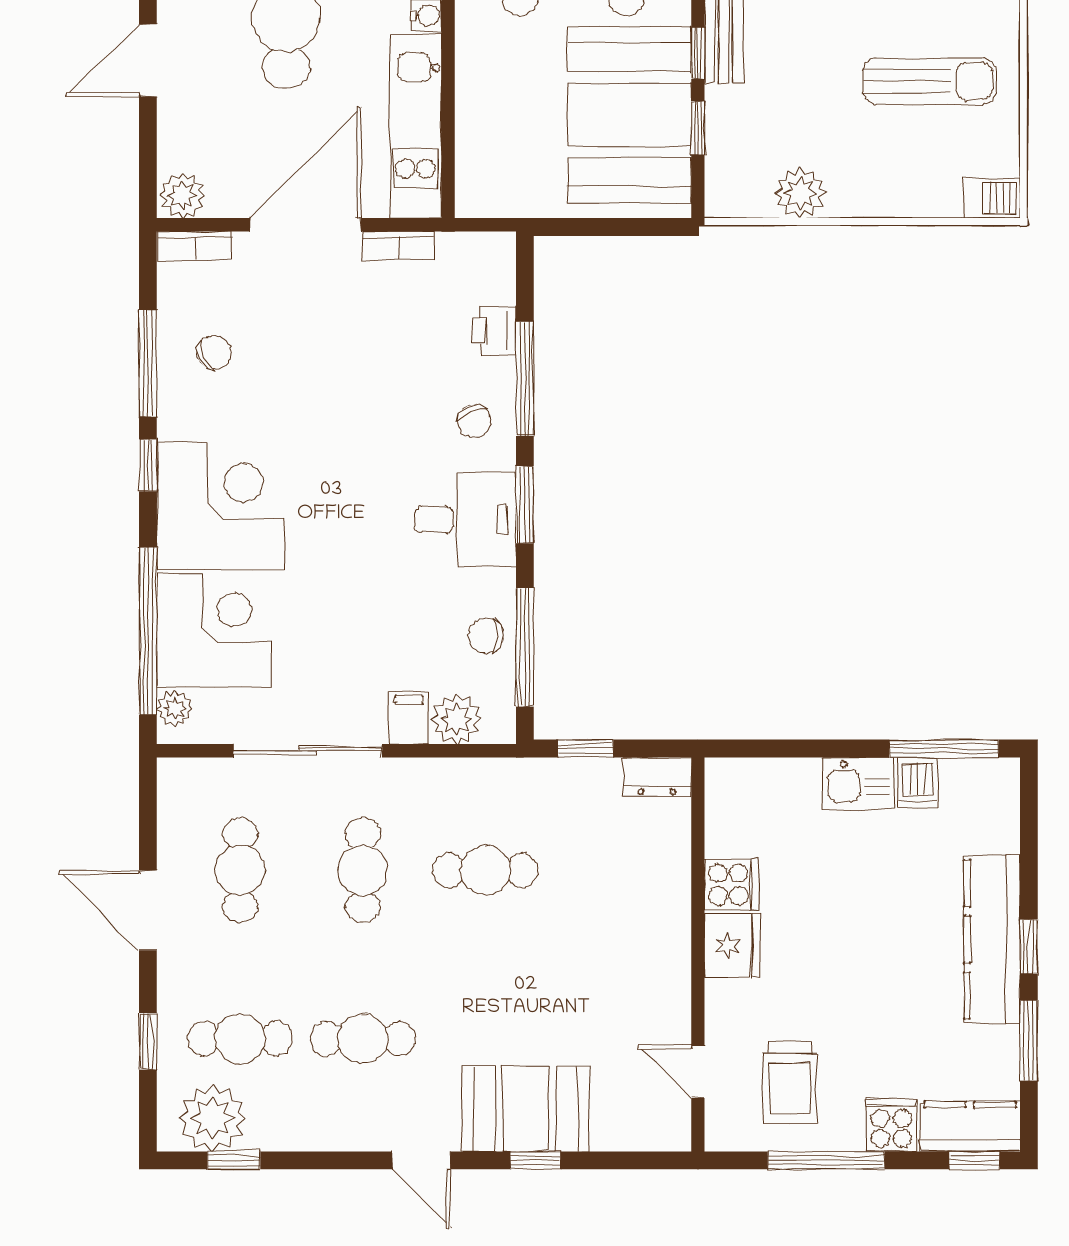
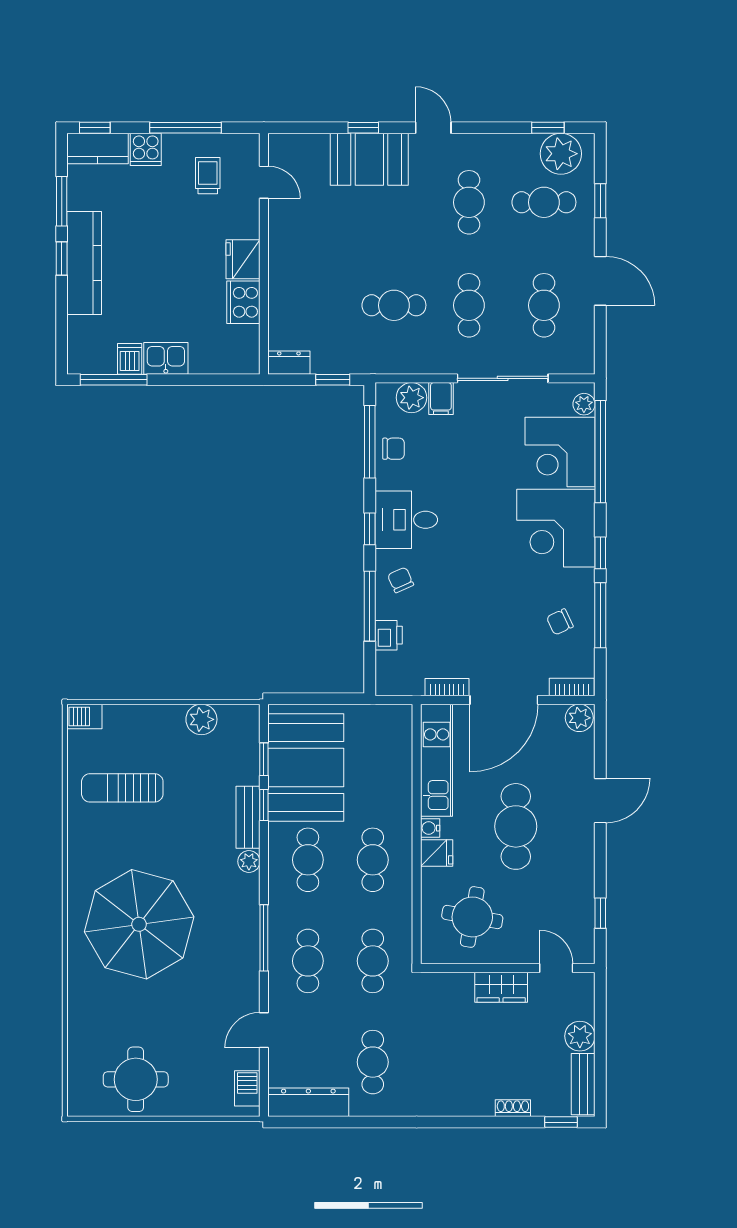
window: (525, 505) -> (370, 529), width x0.67
cooker: (732, 885) -> (243, 302), width x1.36
cafe table: (363, 1039) -> (469, 202), turned 90
trolley: (790, 1082) -> (208, 176), width x0.73, depth x0.72

